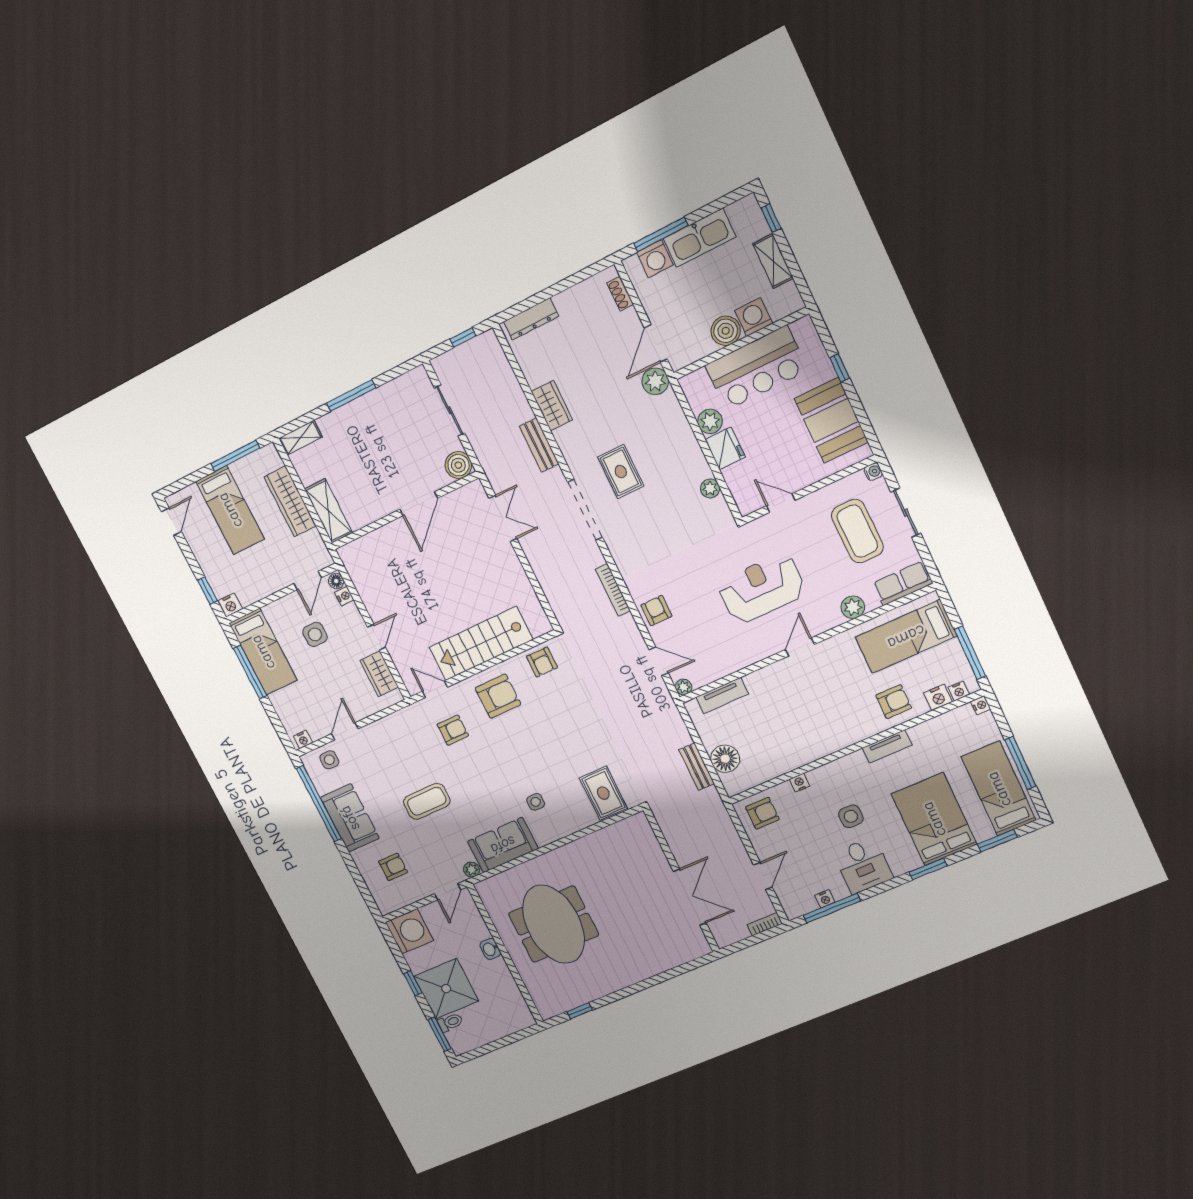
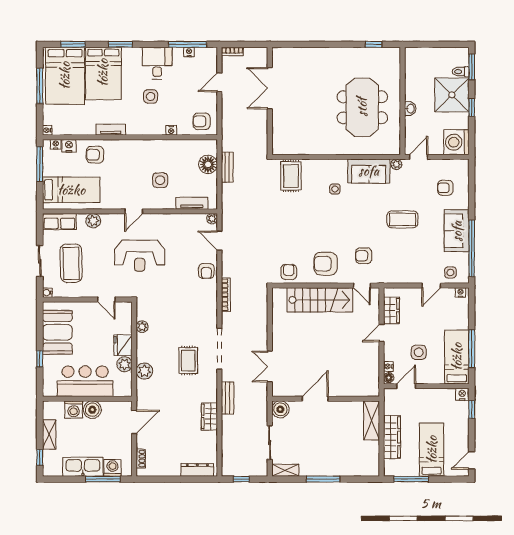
plant: (655, 381) -> (144, 371), moved
shelving: (301, 438) -> (285, 470), moved
side table: (783, 707) -> (160, 180), added
bed: (999, 789) -> (65, 76), width x1.50

